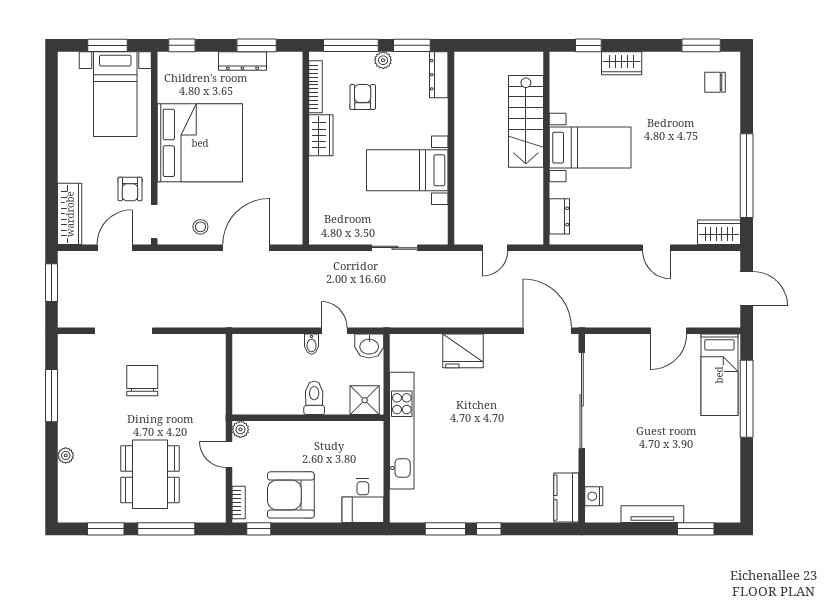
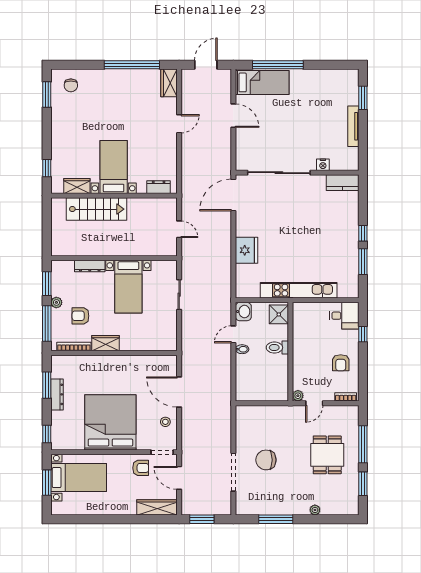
wardrobe: (622, 63) -> (77, 186), moved, turned -90
dresser: (439, 75) -> (90, 266), moved
dining table: (150, 474) -> (327, 455), width x0.73
armchair: (291, 495) -> (341, 363), width x0.53, depth x0.53
nightstand: (594, 496) -> (323, 165), moved
window: (259, 529) -> (363, 334), moved

